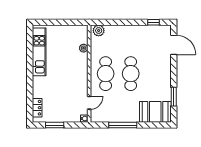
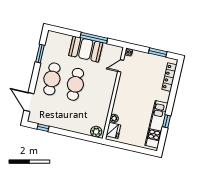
fridge: (82, 36) -> (113, 130), added
window: (30, 57) -> (166, 121), added
cafe table: (106, 74) -> (52, 79), moved
locker: (37, 108) -> (169, 77), width x1.53
booth: (155, 112) -> (86, 49), moved

